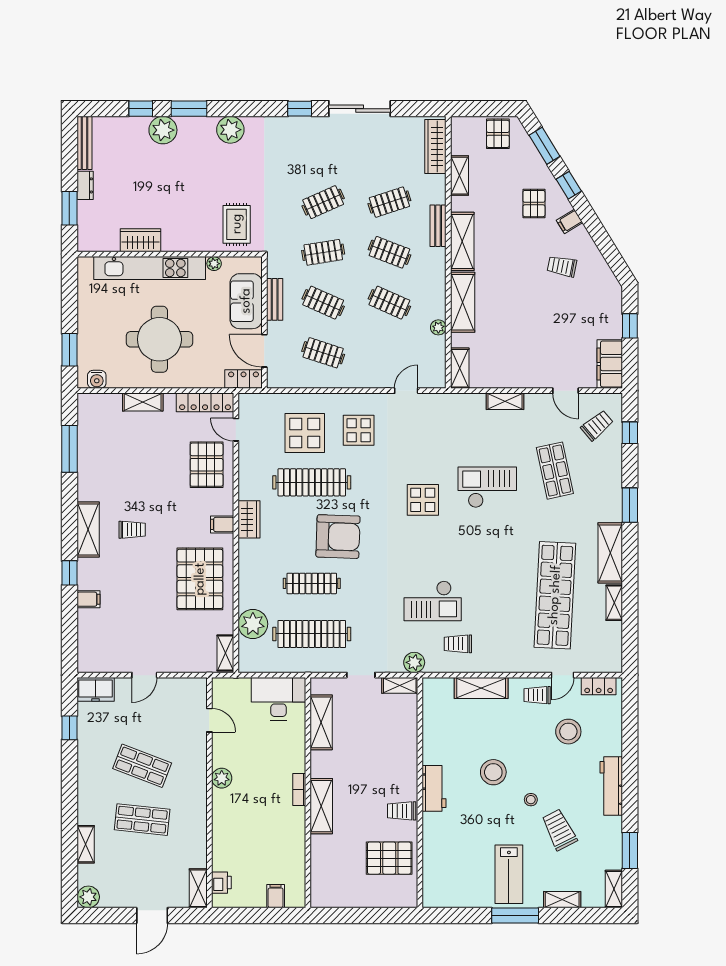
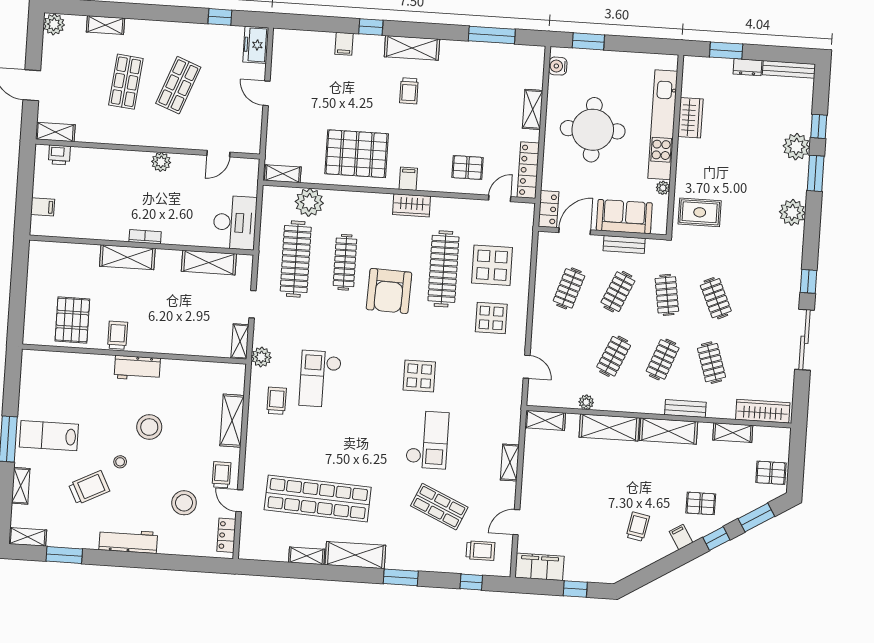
trolley: (597, 425) -> (481, 551), turned -50
pallet: (207, 465) -> (467, 168), width x0.67, depth x0.71
shop shelf: (555, 471) -> (439, 507), turned 36

